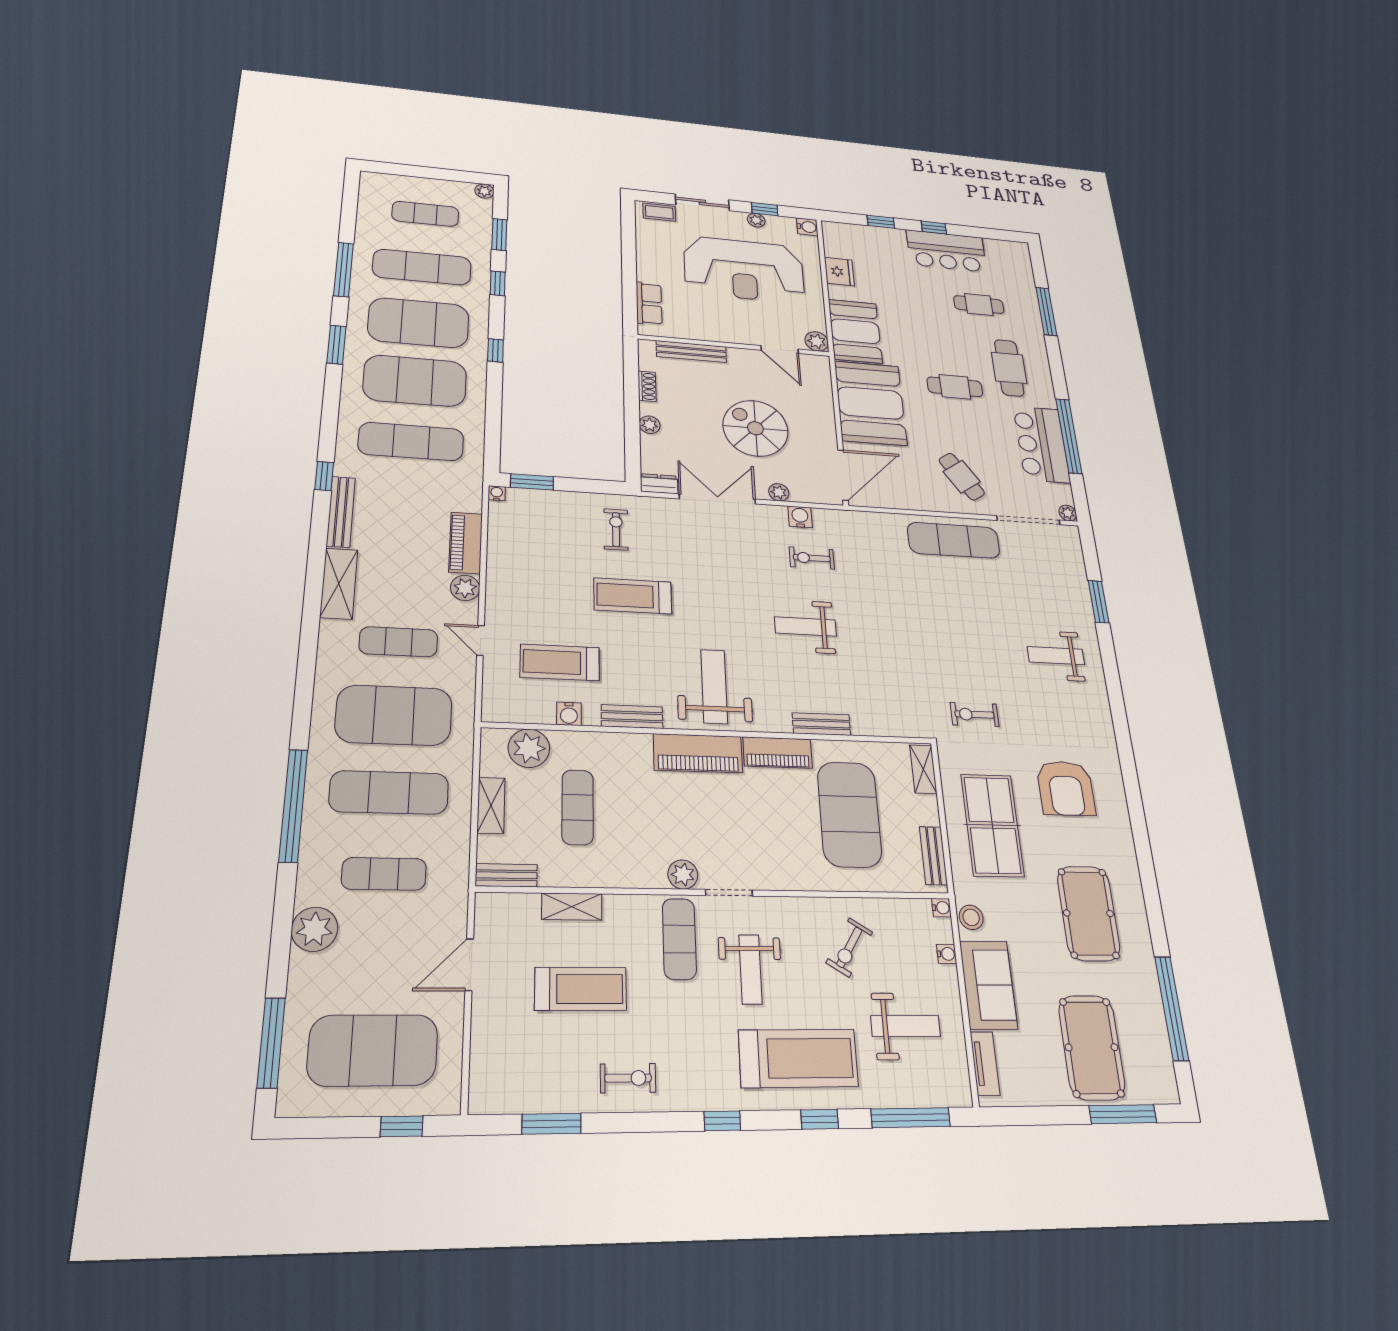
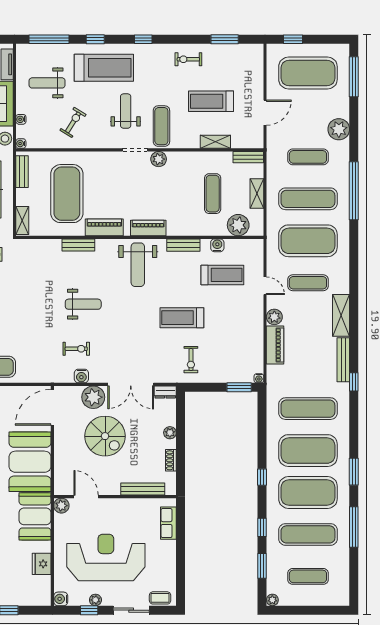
plant: (779, 492) -> (93, 397), width x1.88, depth x1.88
treadmill: (633, 596) -> (182, 318), turned 180
piano: (698, 753) -> (148, 228), width x0.73, depth x0.75
treadmill: (798, 1058) -> (104, 68), turned 180

